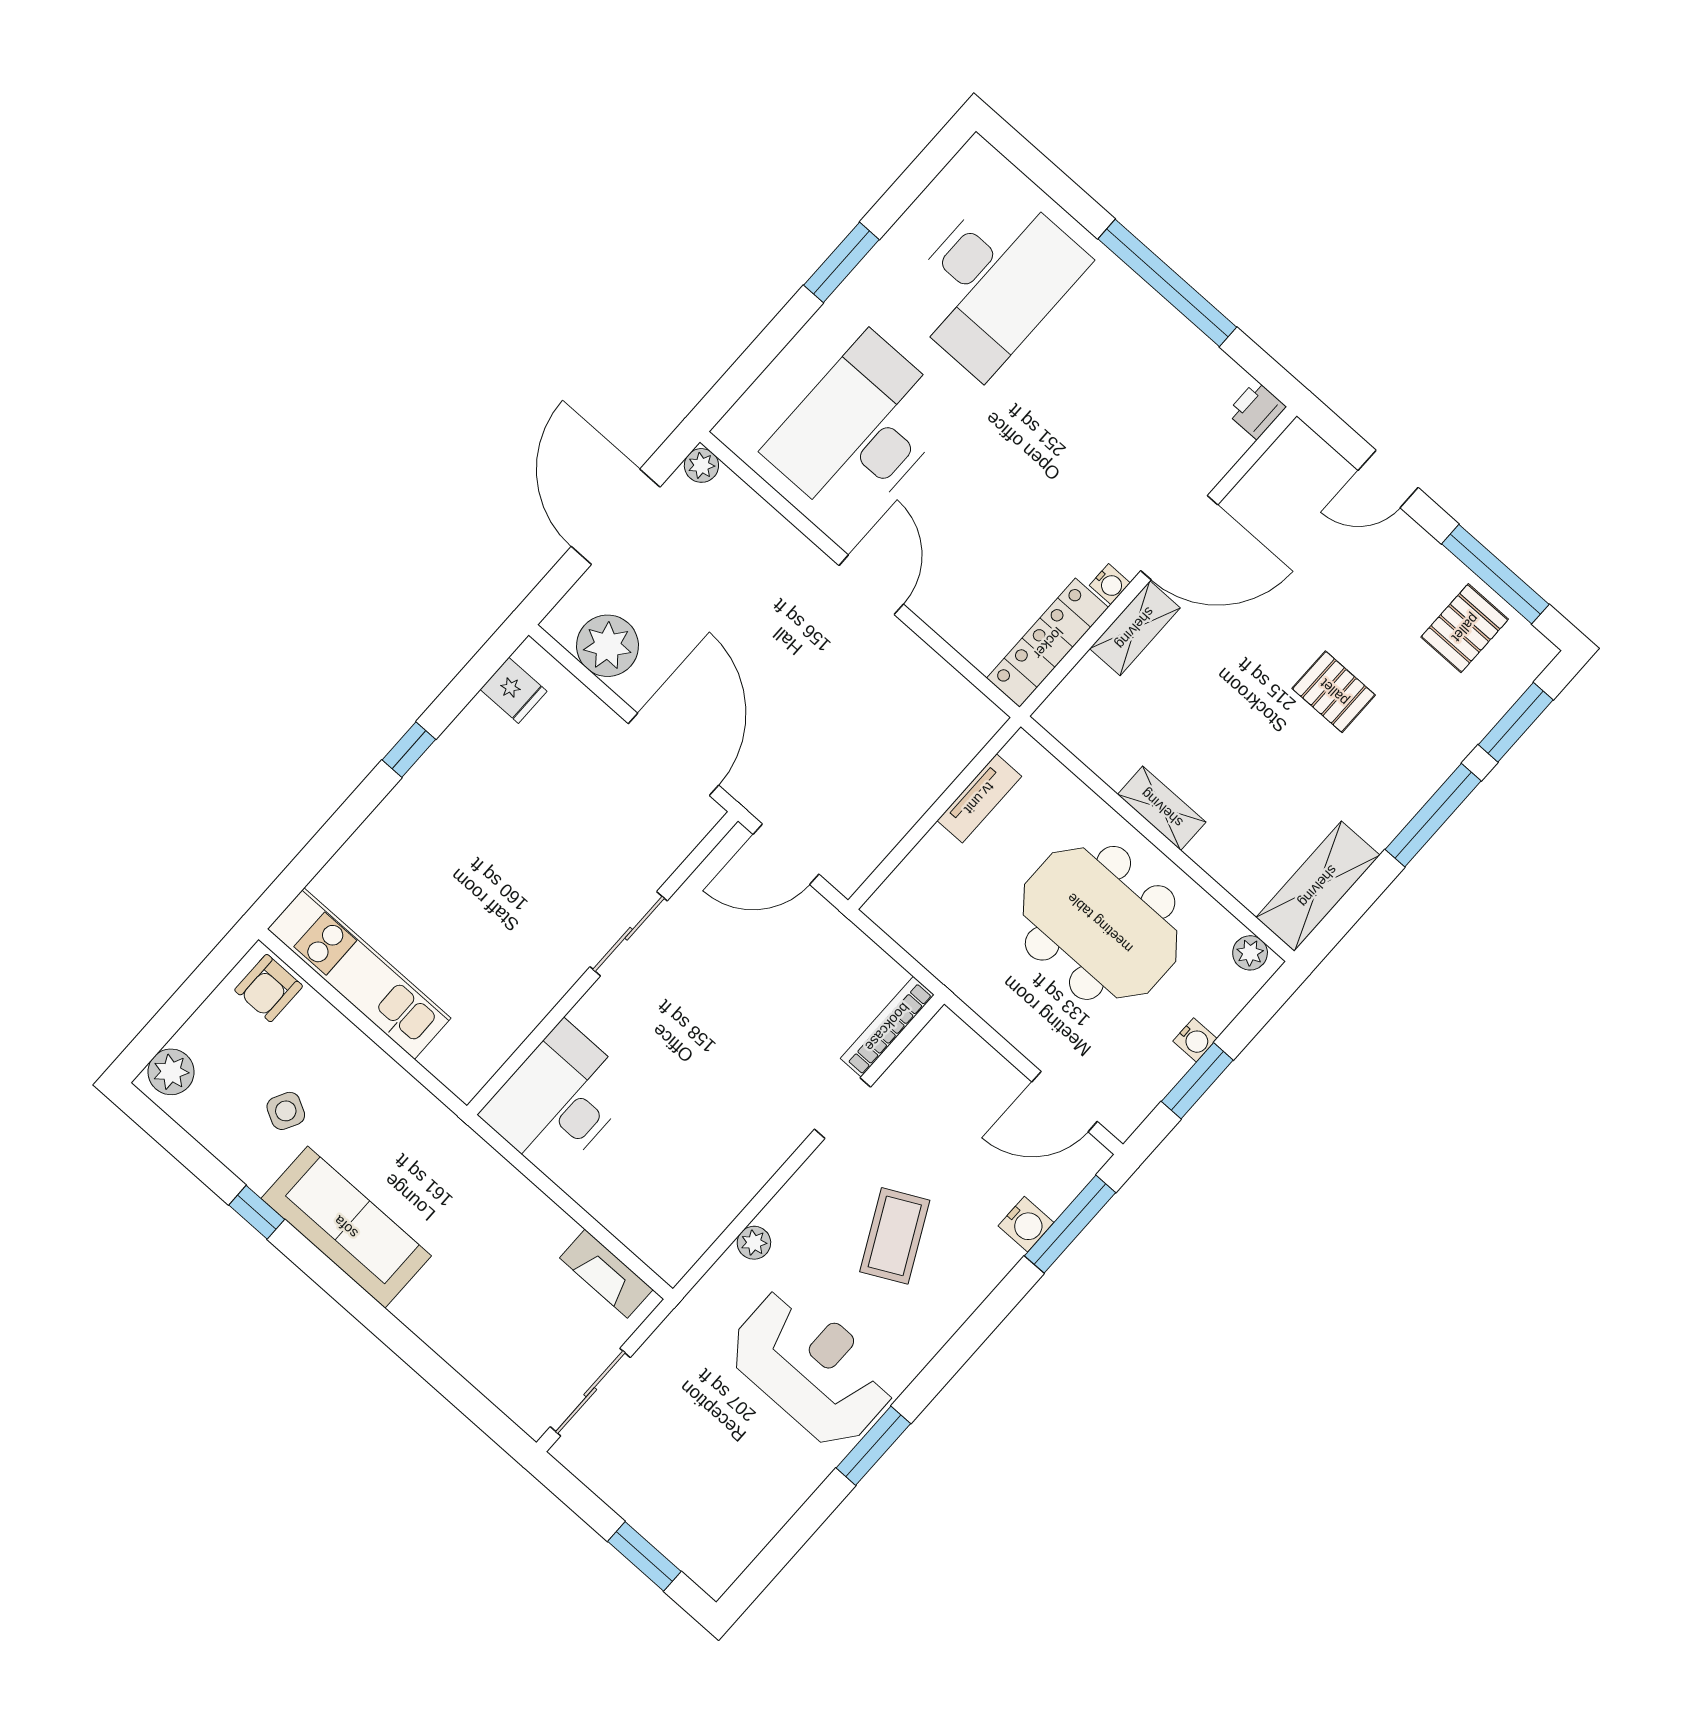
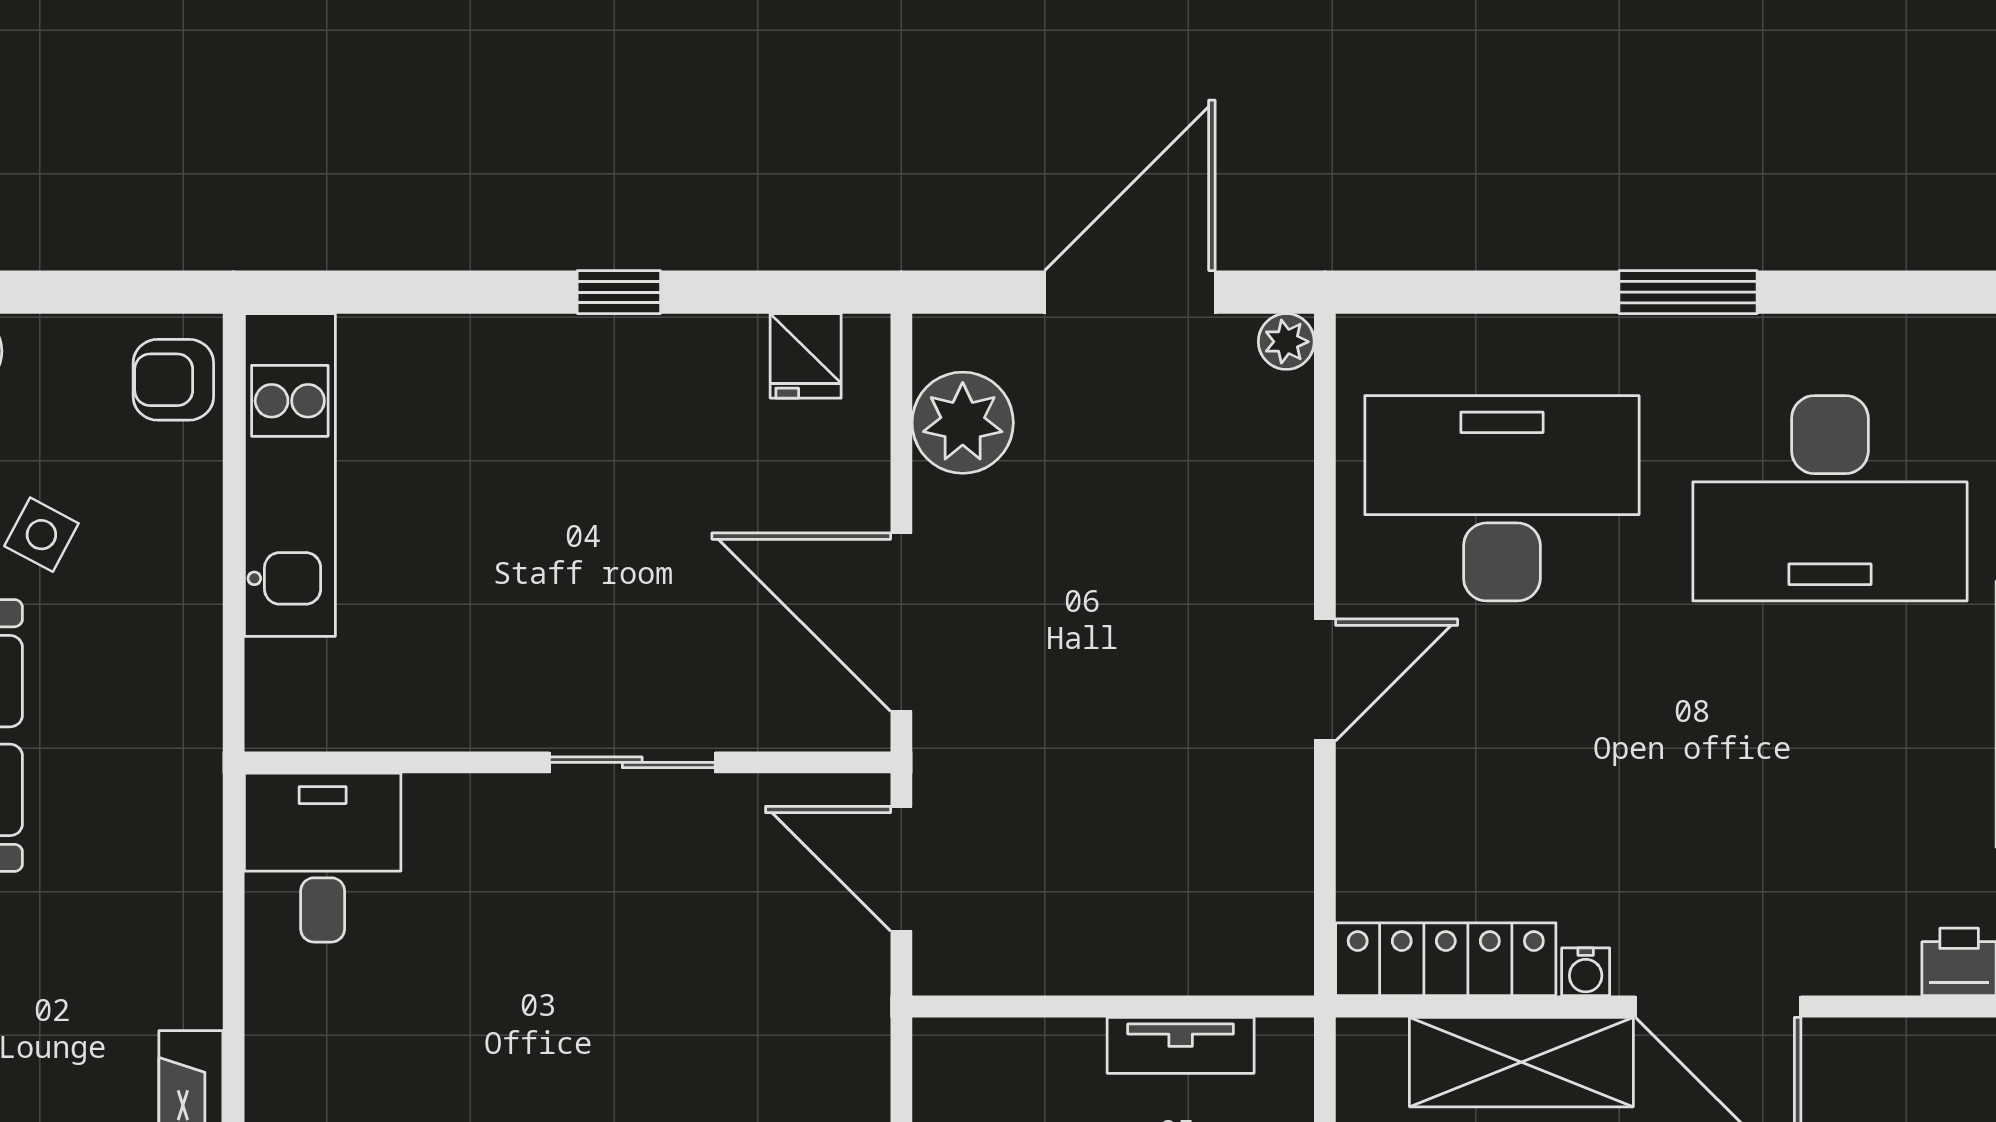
shelving: (1135, 628) -> (1521, 1062), width x1.50, depth x1.33
door: (674, 754) -> (901, 622), swing flipped
desk: (559, 1100) -> (323, 858), width x0.73

